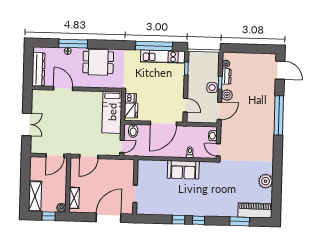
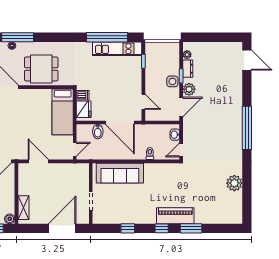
dining table: (98, 62) -> (41, 69), moved
window: (279, 115) -> (247, 128), moved
door: (163, 123) -> (120, 123), hinge flipped
bidet: (133, 131) -> (98, 132), moved
door: (218, 150) -> (181, 150), hinge flipped
door: (89, 157) -> (38, 161), swing flipped
sofa: (183, 170) -> (120, 173), moved, width x1.36
piano: (255, 210) -> (175, 216), moved
window: (179, 220) -> (128, 228), moved
window: (240, 221) -> (191, 228), moved

